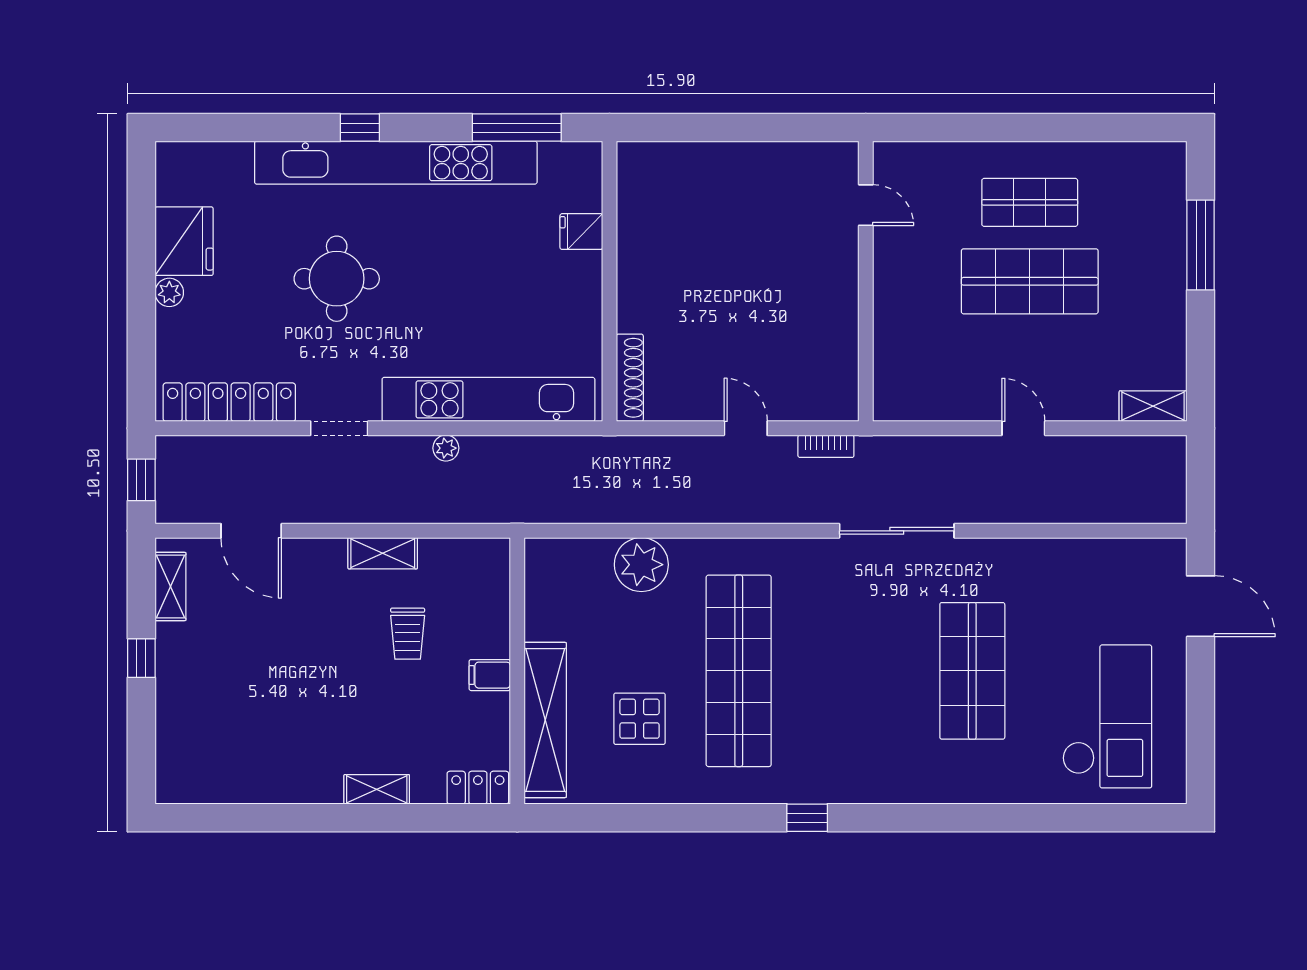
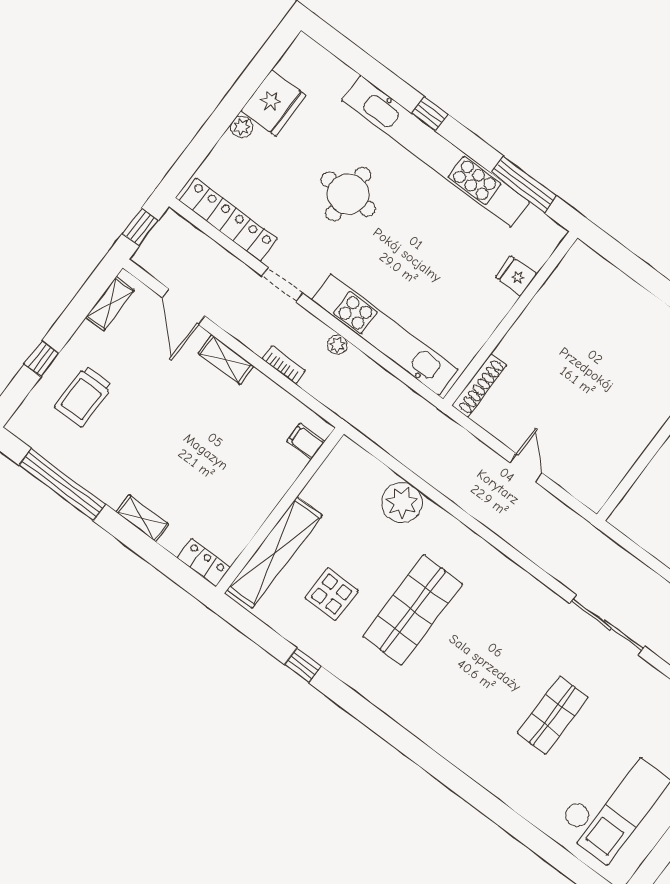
bookcase: (826, 446) -> (283, 365), moved, turned 180
sliding door: (897, 531) -> (607, 625), moved
shelving: (383, 553) -> (226, 360), moved
trolley: (408, 634) -> (83, 396), moved, width x1.36, depth x1.39
window: (141, 658) -> (41, 359), moved
shop shelf: (739, 671) -> (413, 610), width x0.71
shop shelf: (972, 671) -> (553, 715), width x0.70, depth x0.74
filing cabinet: (490, 675) -> (306, 441), moved
window: (265, 818) -> (62, 485), added
window: (807, 818) -> (303, 665), moved

